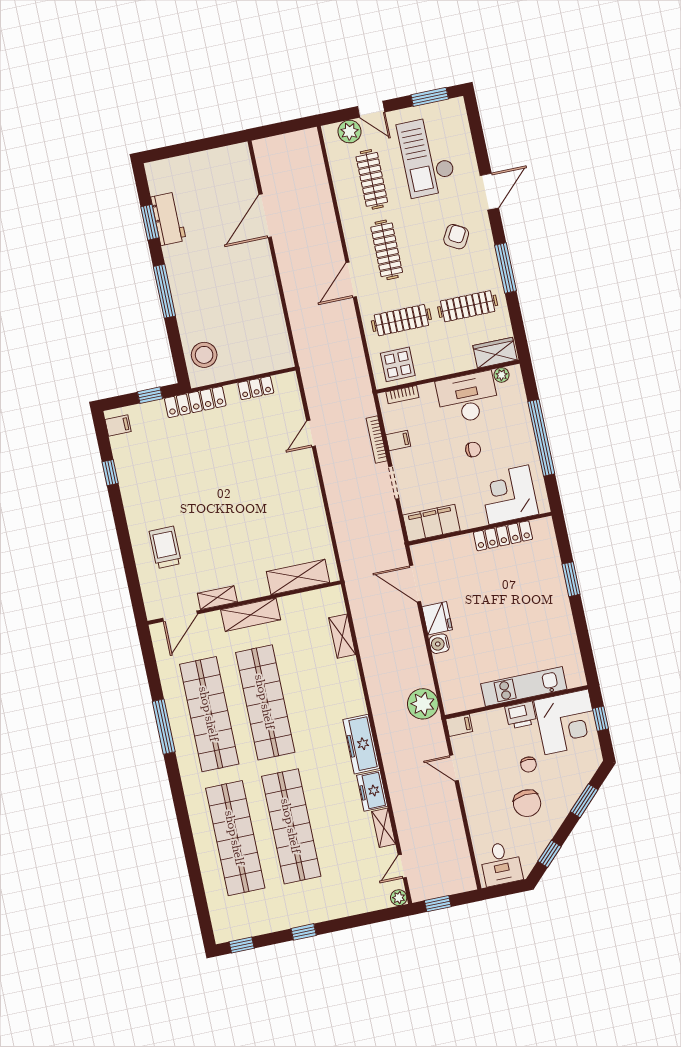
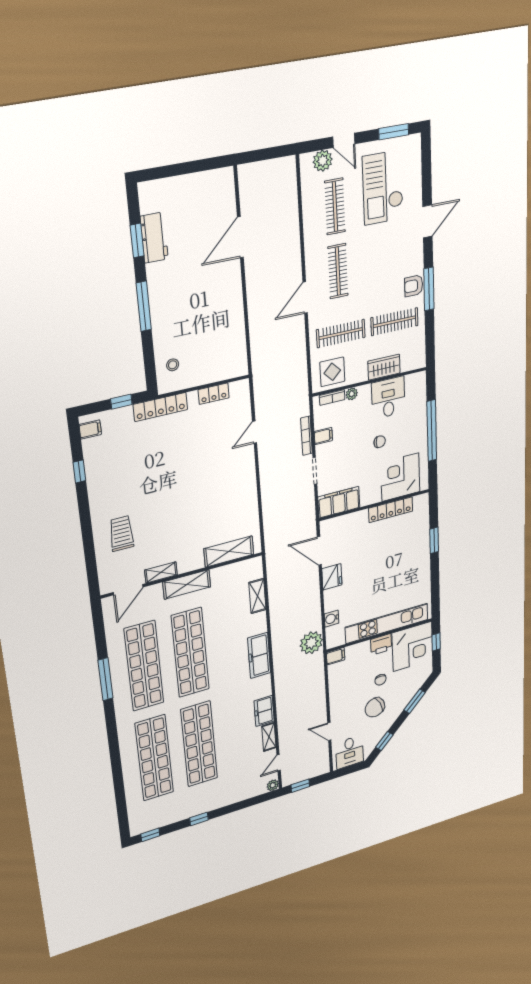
armchair: (456, 237) -> (414, 286), moved, turned -119
wardrobe: (495, 353) -> (384, 367), moved
stool: (204, 355) -> (173, 365), width x0.53, depth x0.53
plant: (502, 375) -> (352, 394), moved
desk: (468, 398) -> (388, 398), width x0.73
water cooler: (439, 644) -> (332, 619), moved
kitchen unit: (524, 687) -> (387, 623), width x1.36
freezer: (361, 744) -> (259, 655), moved
door: (454, 768) -> (329, 731), moved
chair: (527, 803) -> (375, 707), turned 70

